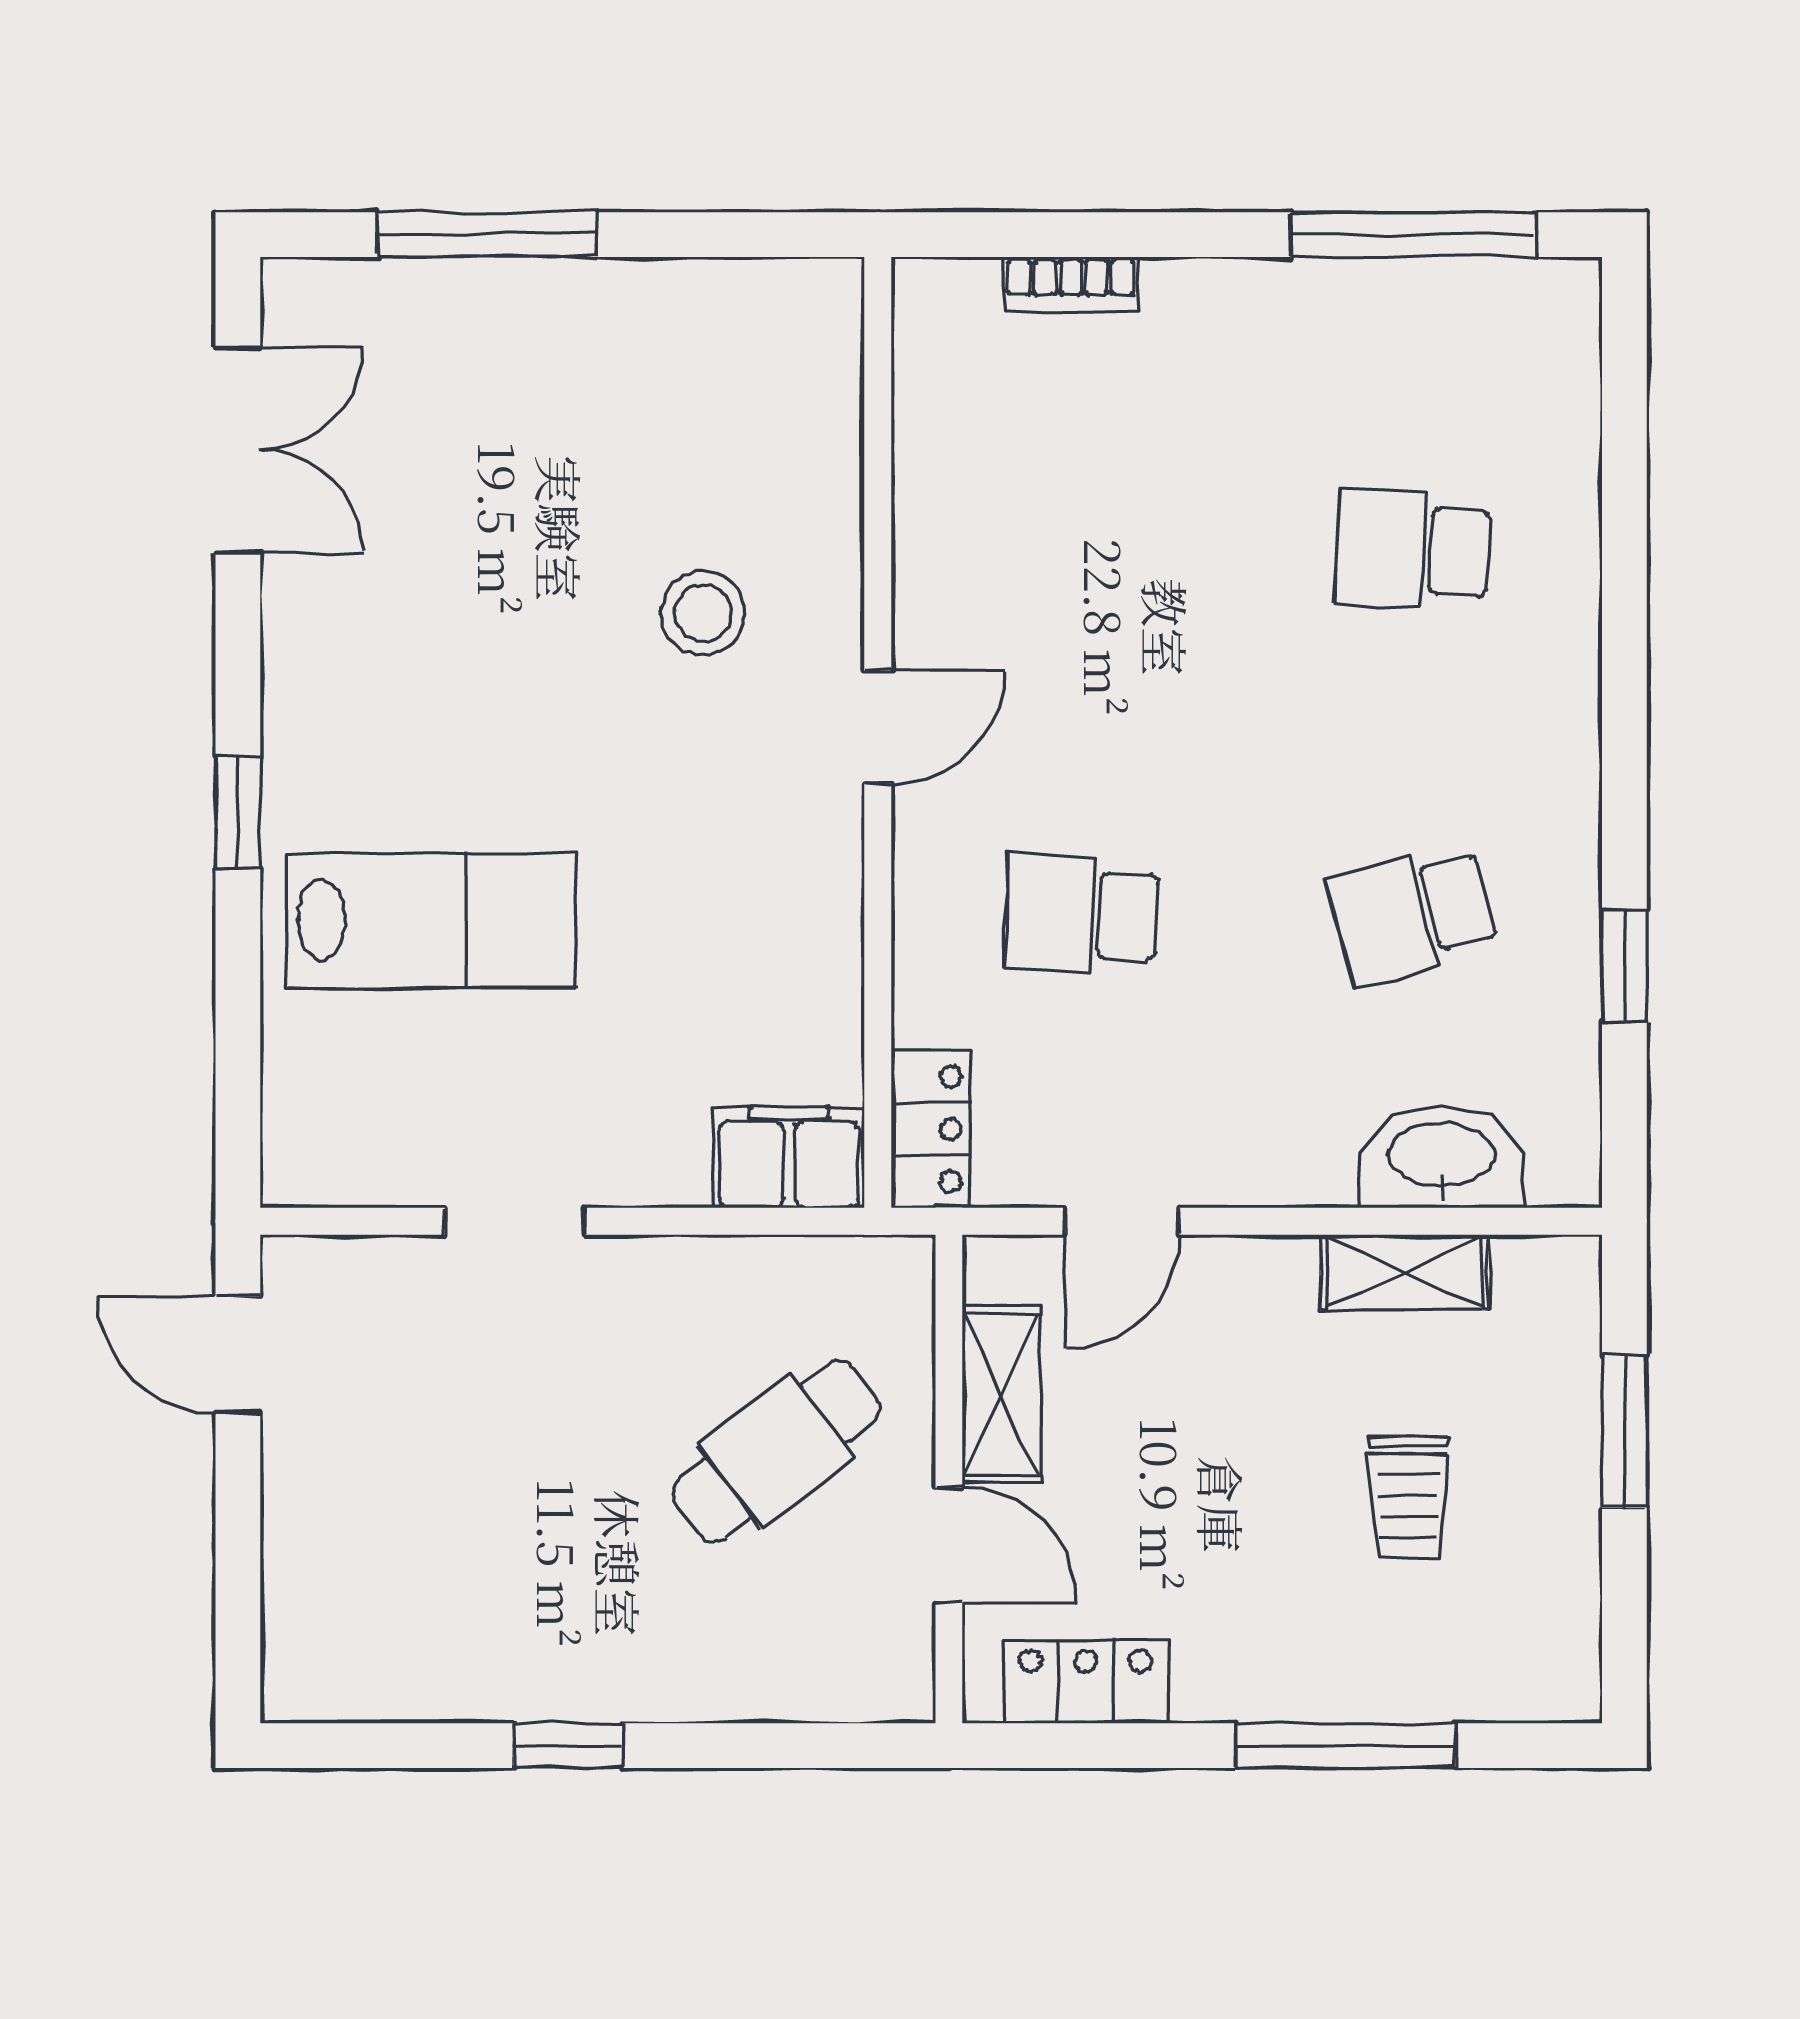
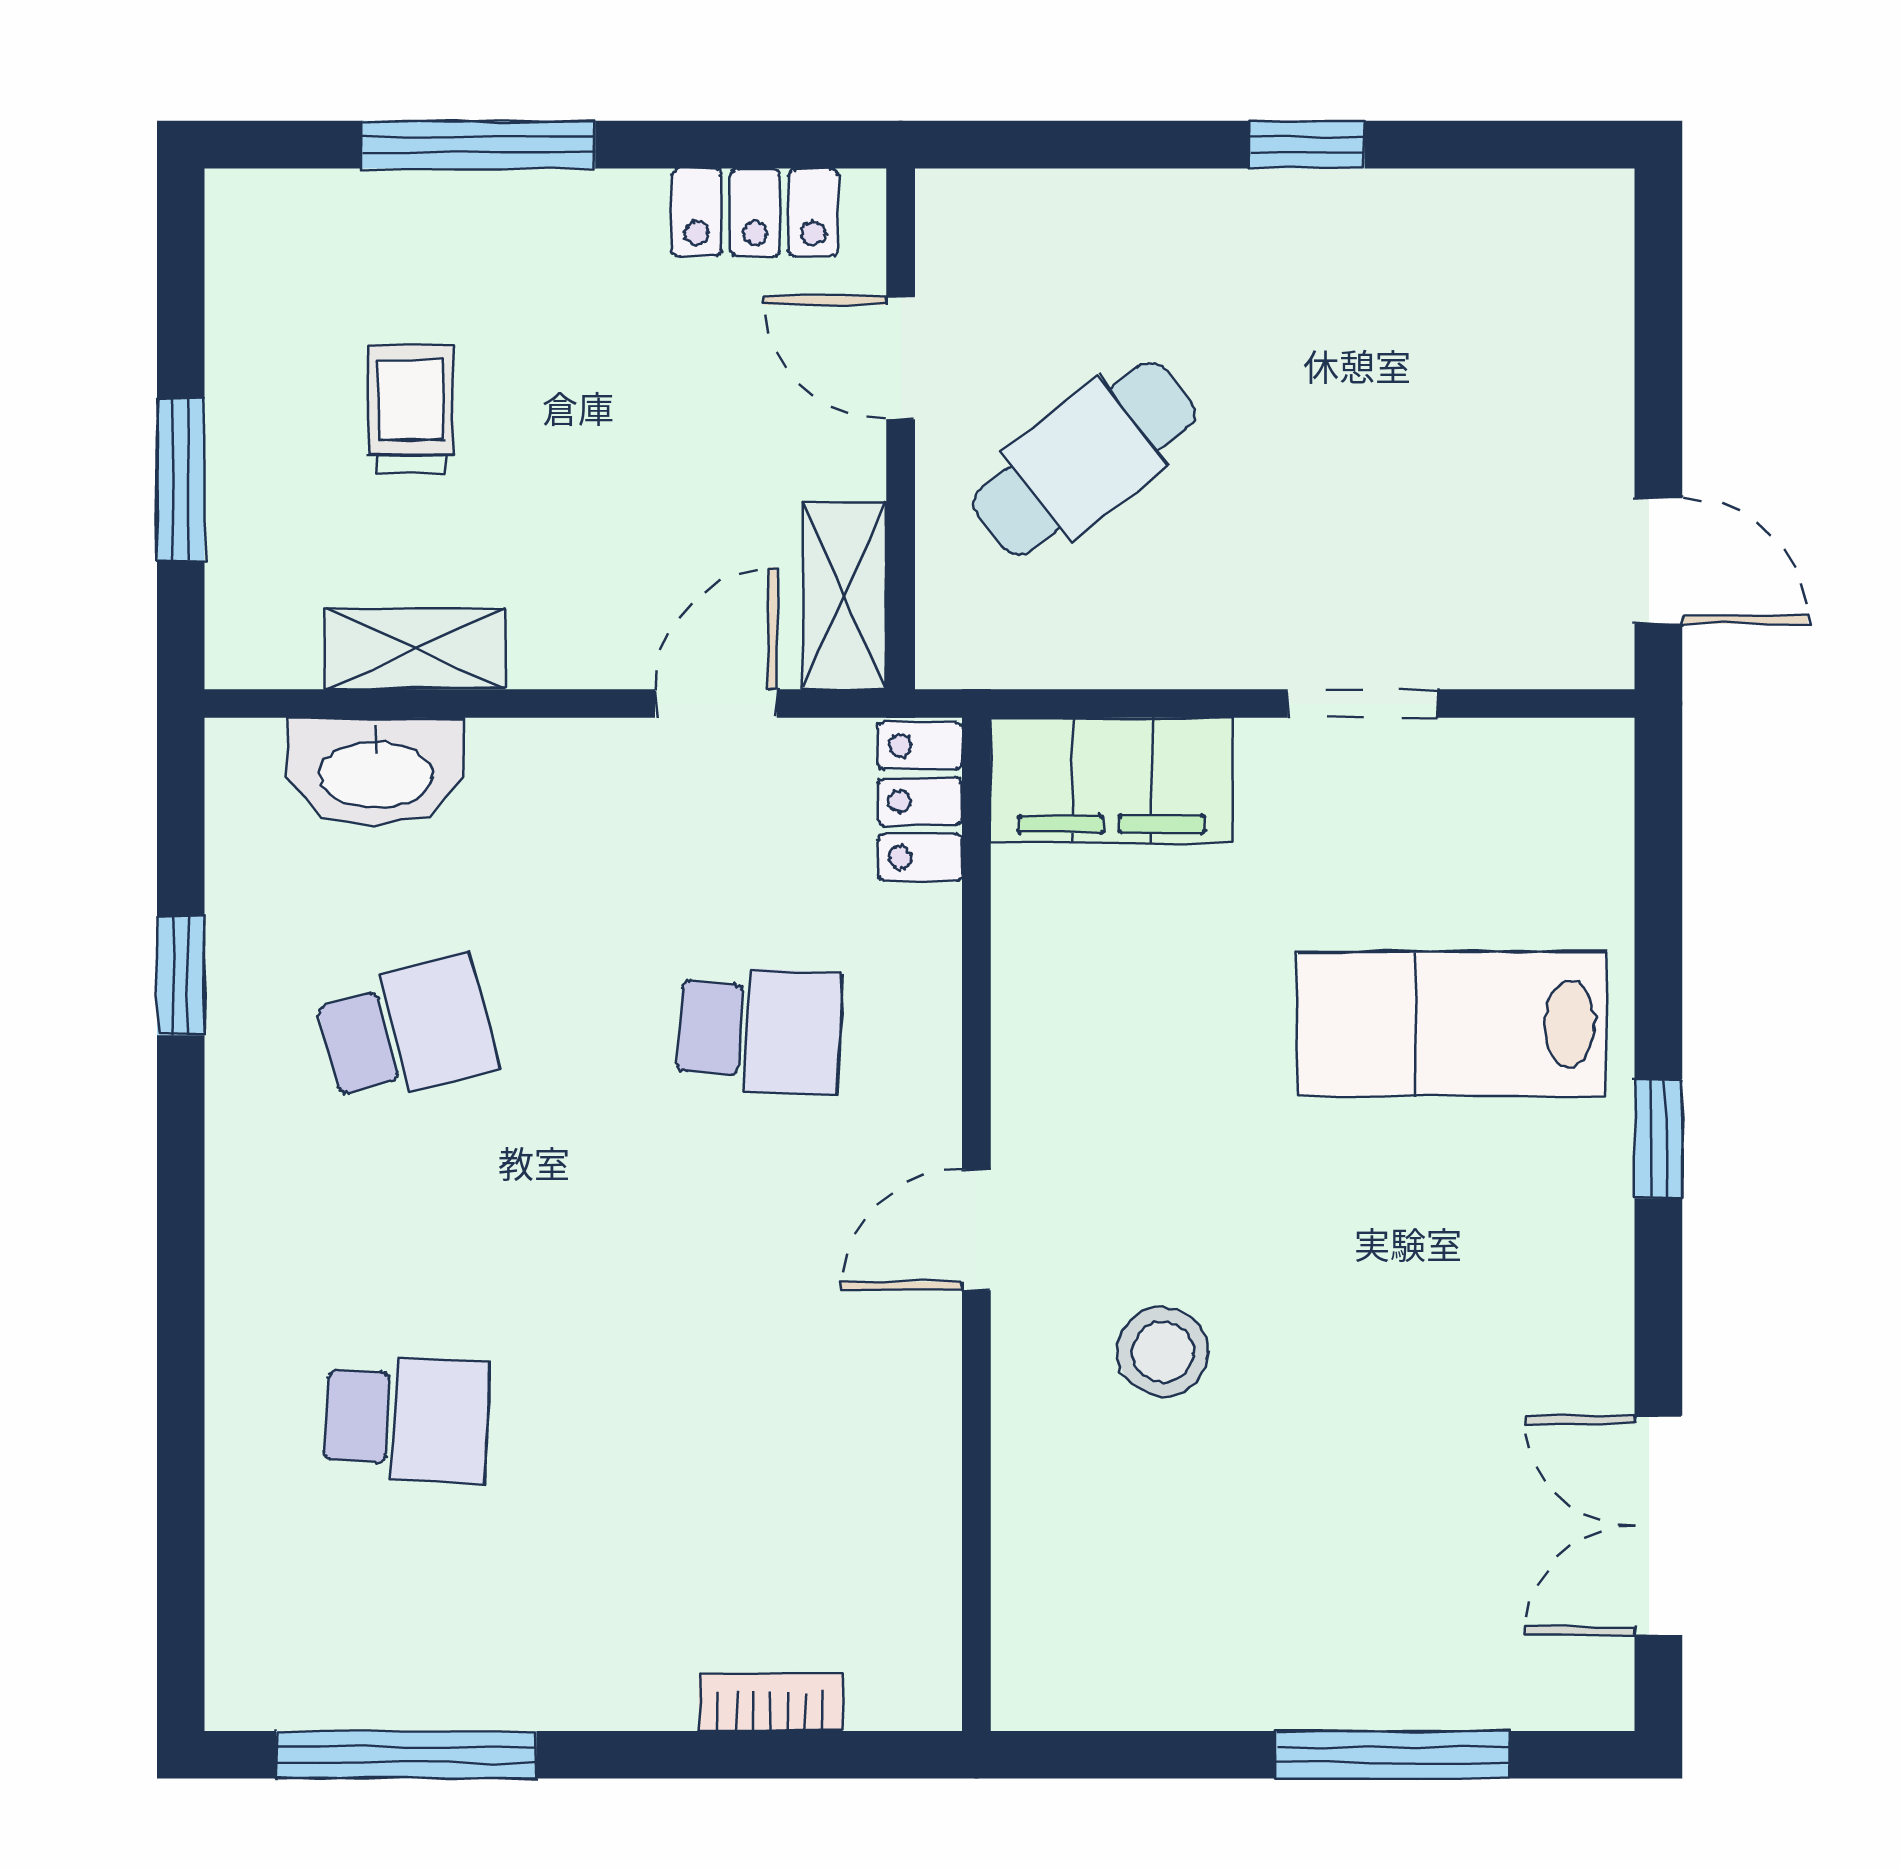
filing cabinet: (789, 1157) -> (1111, 780), width x1.50, depth x1.17
shelving: (1002, 1394) -> (844, 596), moved

